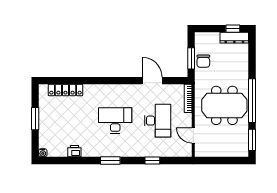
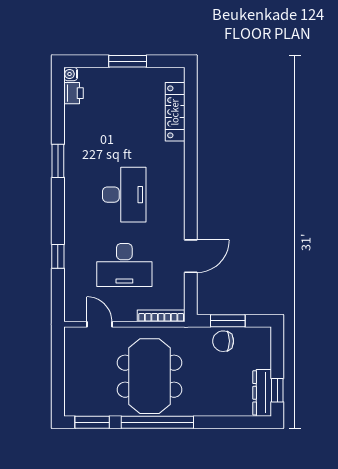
door: (193, 136) -> (99, 324), hinge flipped
printer: (74, 151) -> (73, 93), moved
window: (110, 160) -> (58, 161), moved

